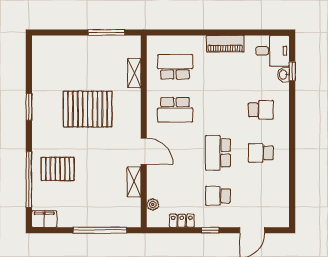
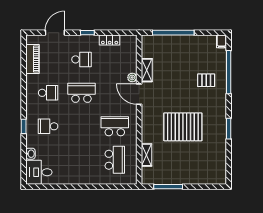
piano: (225, 44) -> (33, 59), moved, turned 90
school desk: (175, 67) -> (115, 160), turned -90
window: (292, 71) -> (24, 126), moved
school desk: (218, 153) -> (81, 93), turned -90
pallet: (58, 169) -> (206, 80), width x0.67, depth x0.71
plant: (153, 204) -> (132, 77), moved
filing cabinet: (44, 219) -> (221, 41), width x0.50

